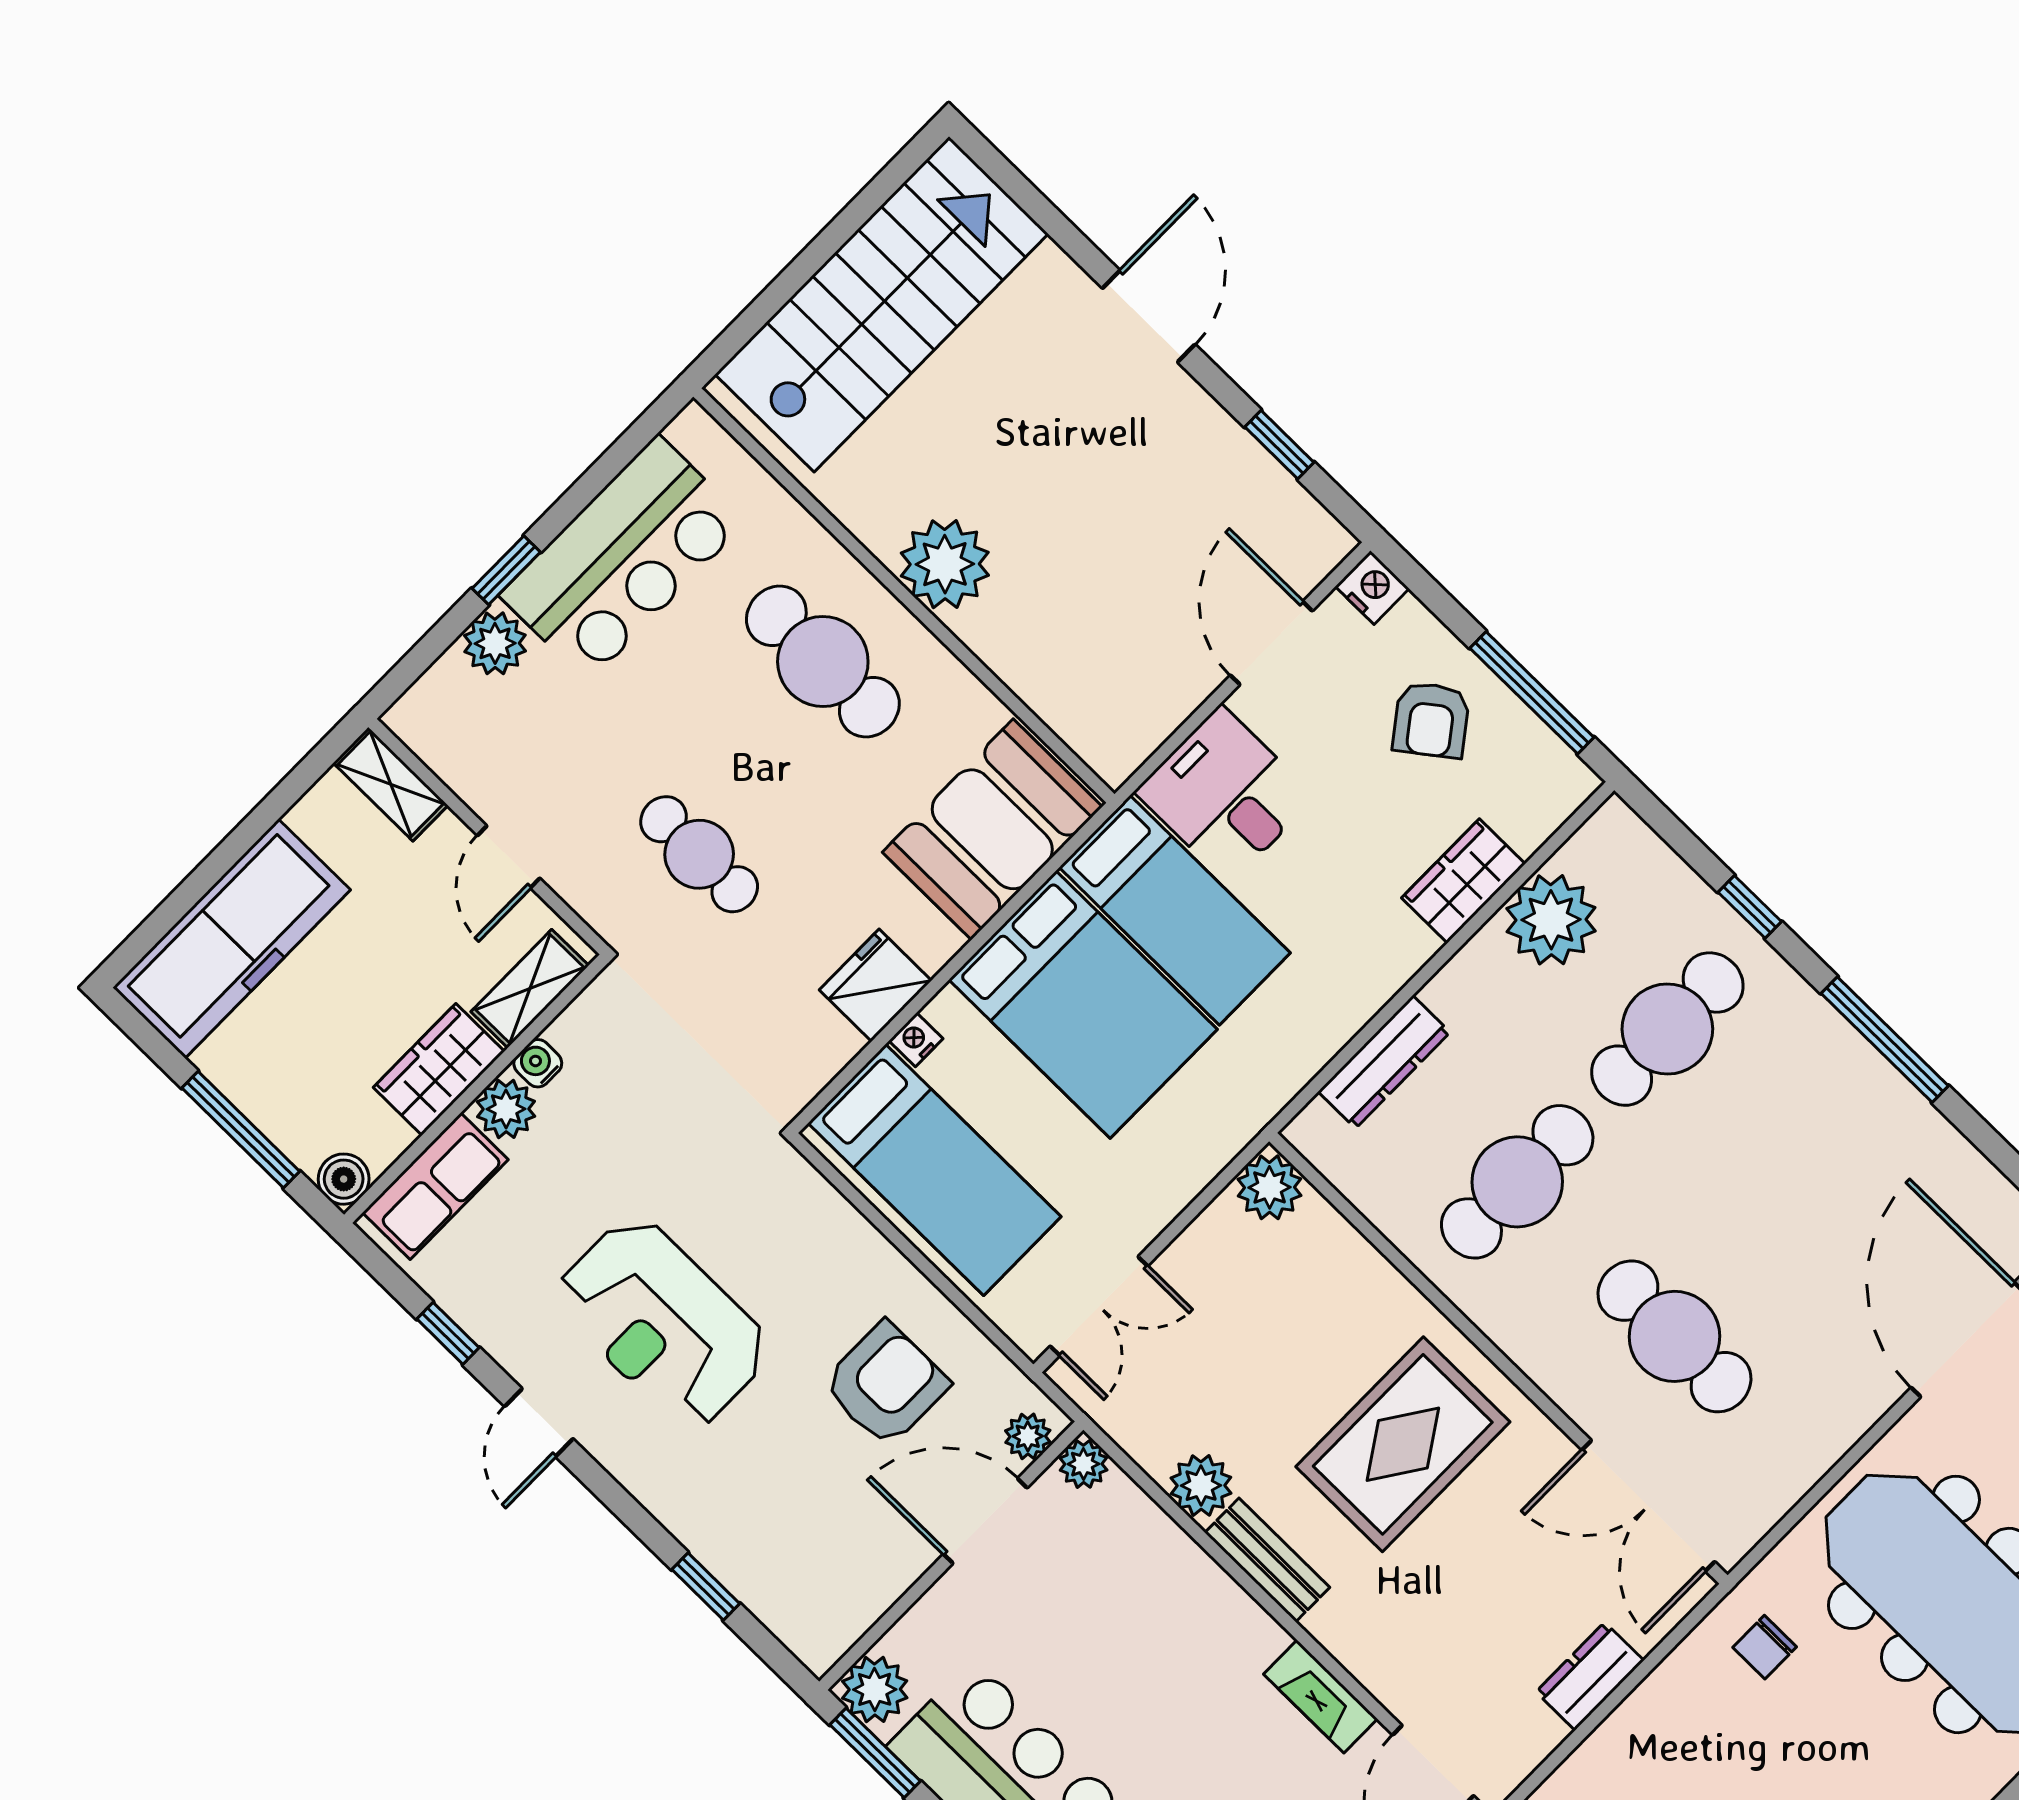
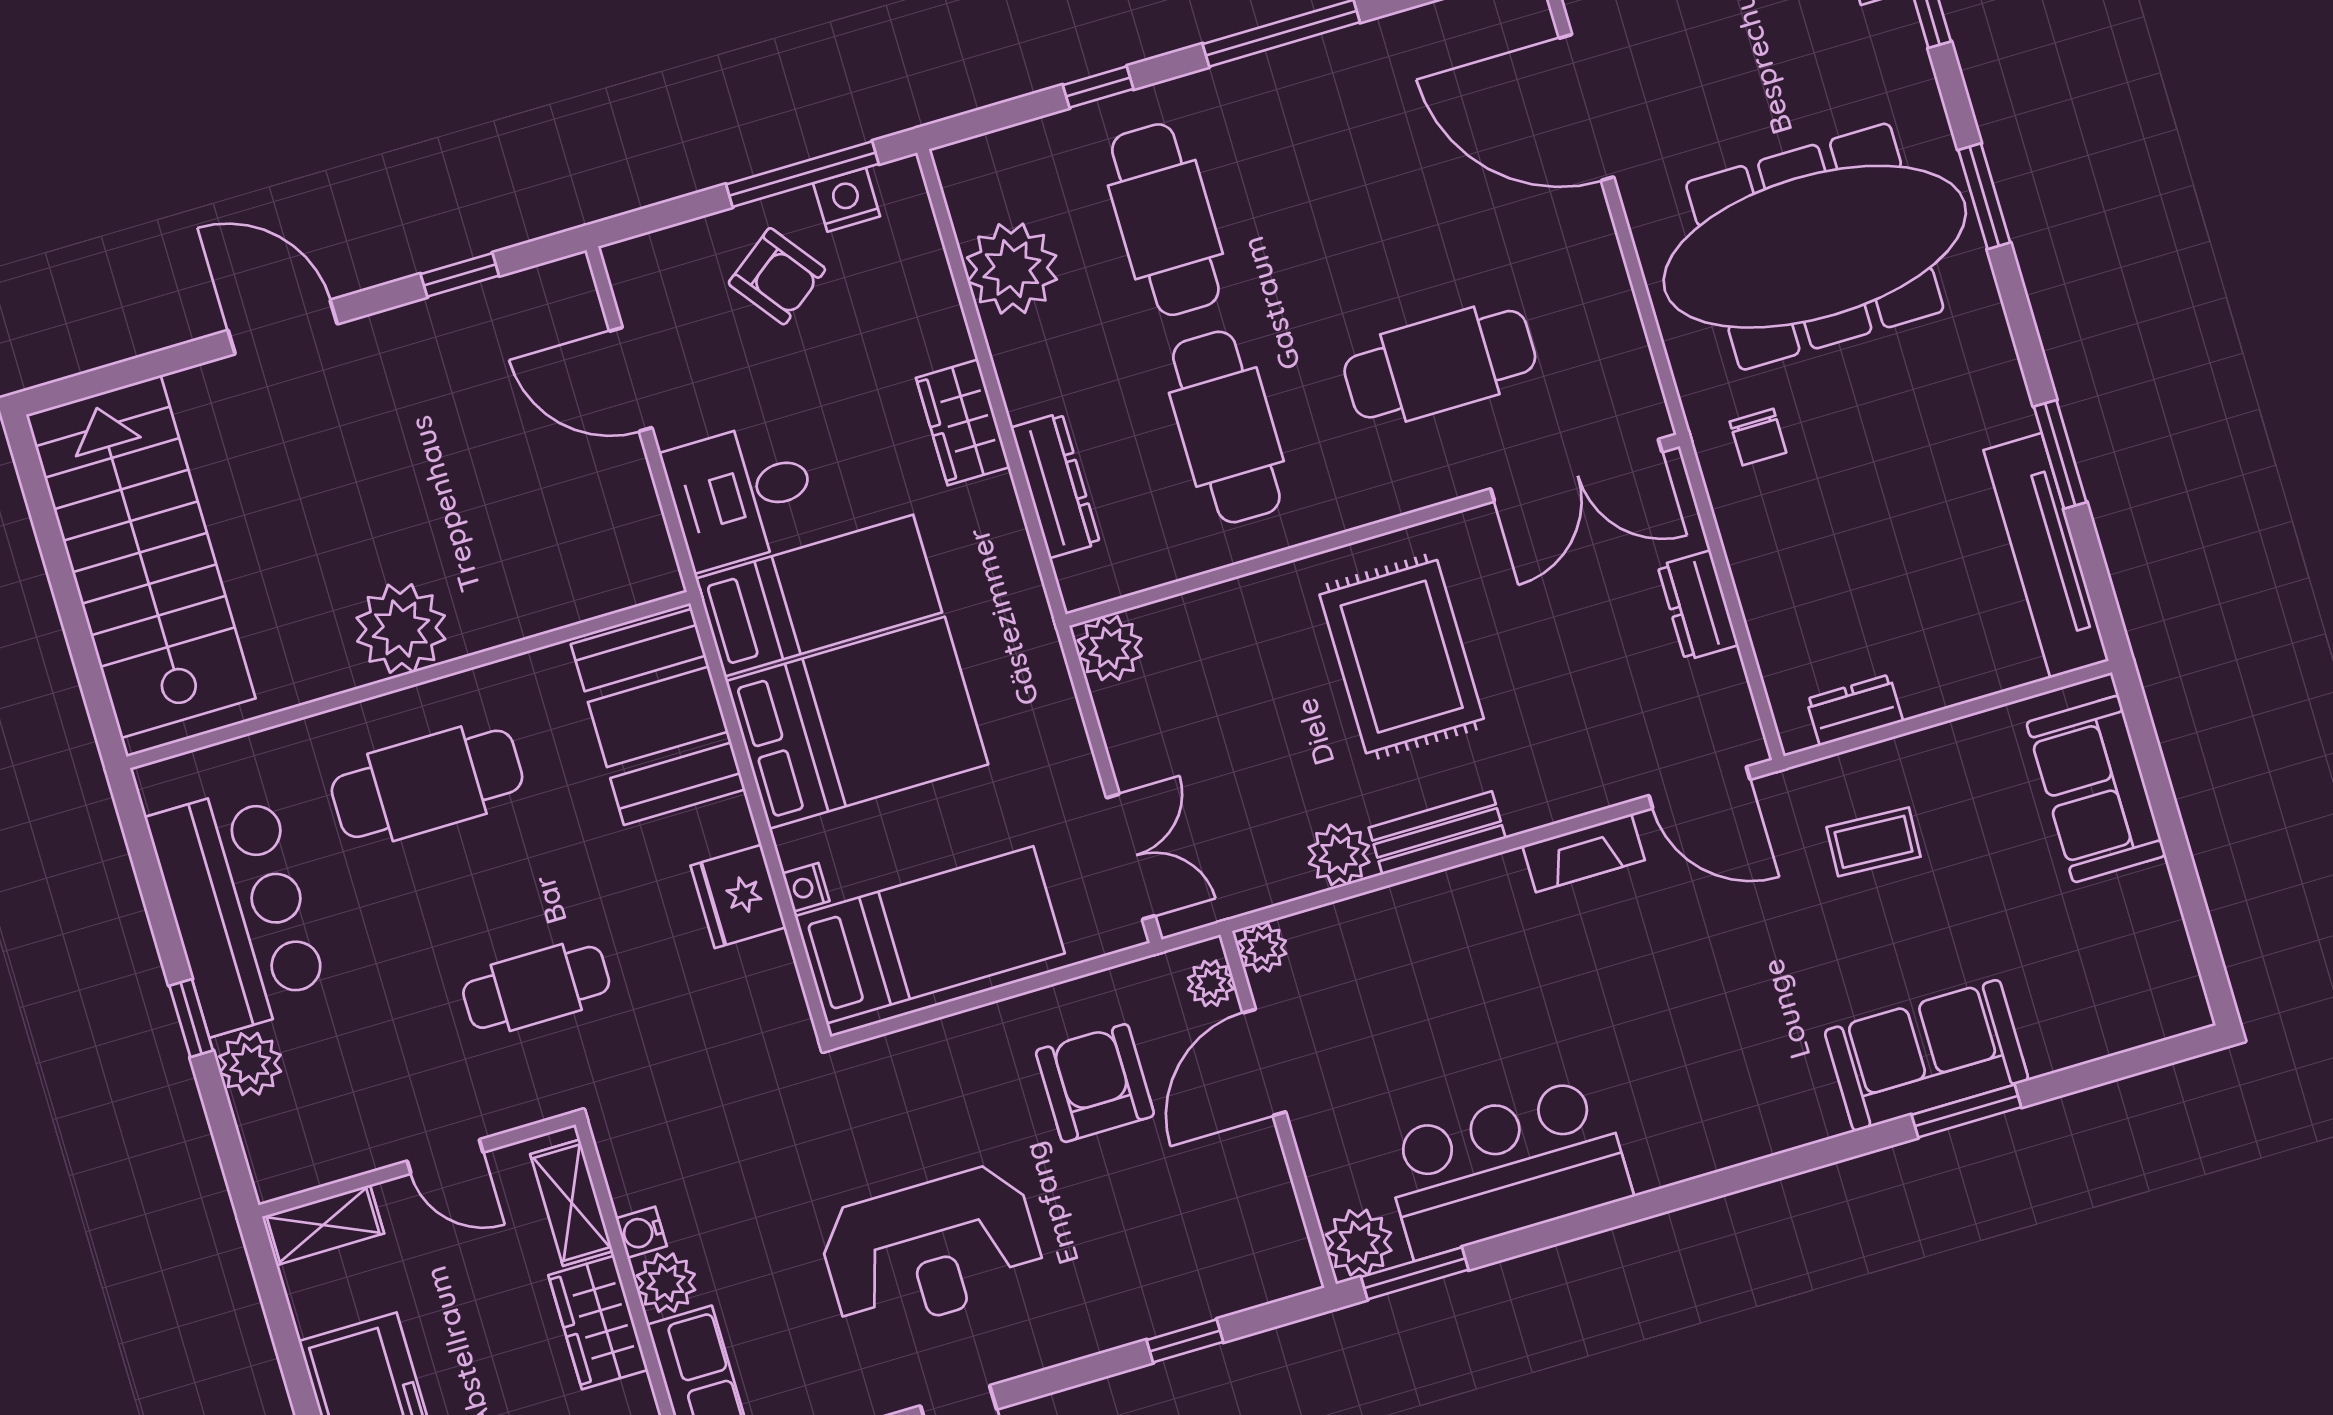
nightstand: (1372, 588) -> (847, 200), moved
wardrobe: (1463, 881) -> (963, 422), moved

